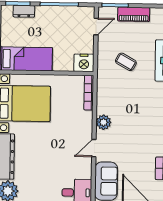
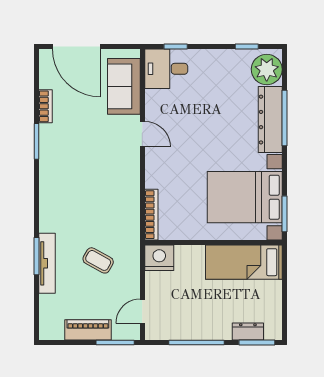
plant: (104, 122) -> (129, 172), removed
door: (94, 148) -> (142, 134), hinge flipped

